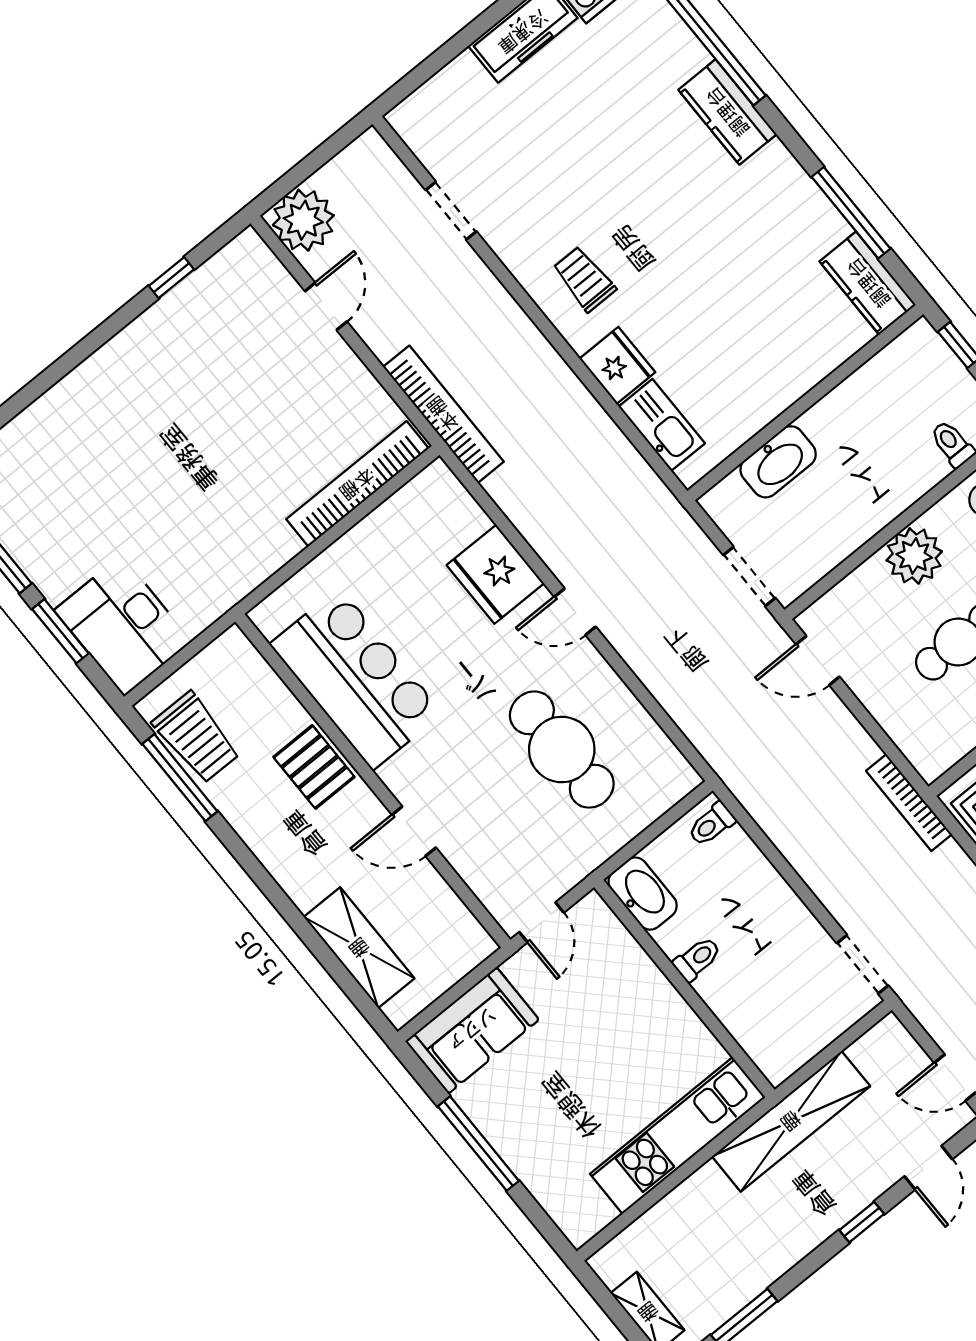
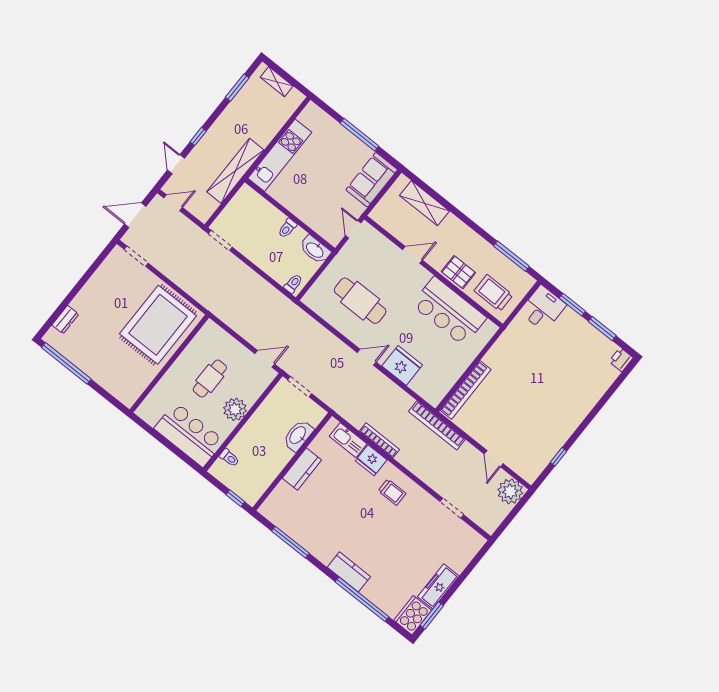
kitchen counter: (868, 283) -> (302, 469), moved, turned 90
desk: (123, 626) -> (543, 308), width x0.73
trolley: (196, 737) -> (494, 293), moved
bookcase: (909, 803) -> (379, 440), moved

